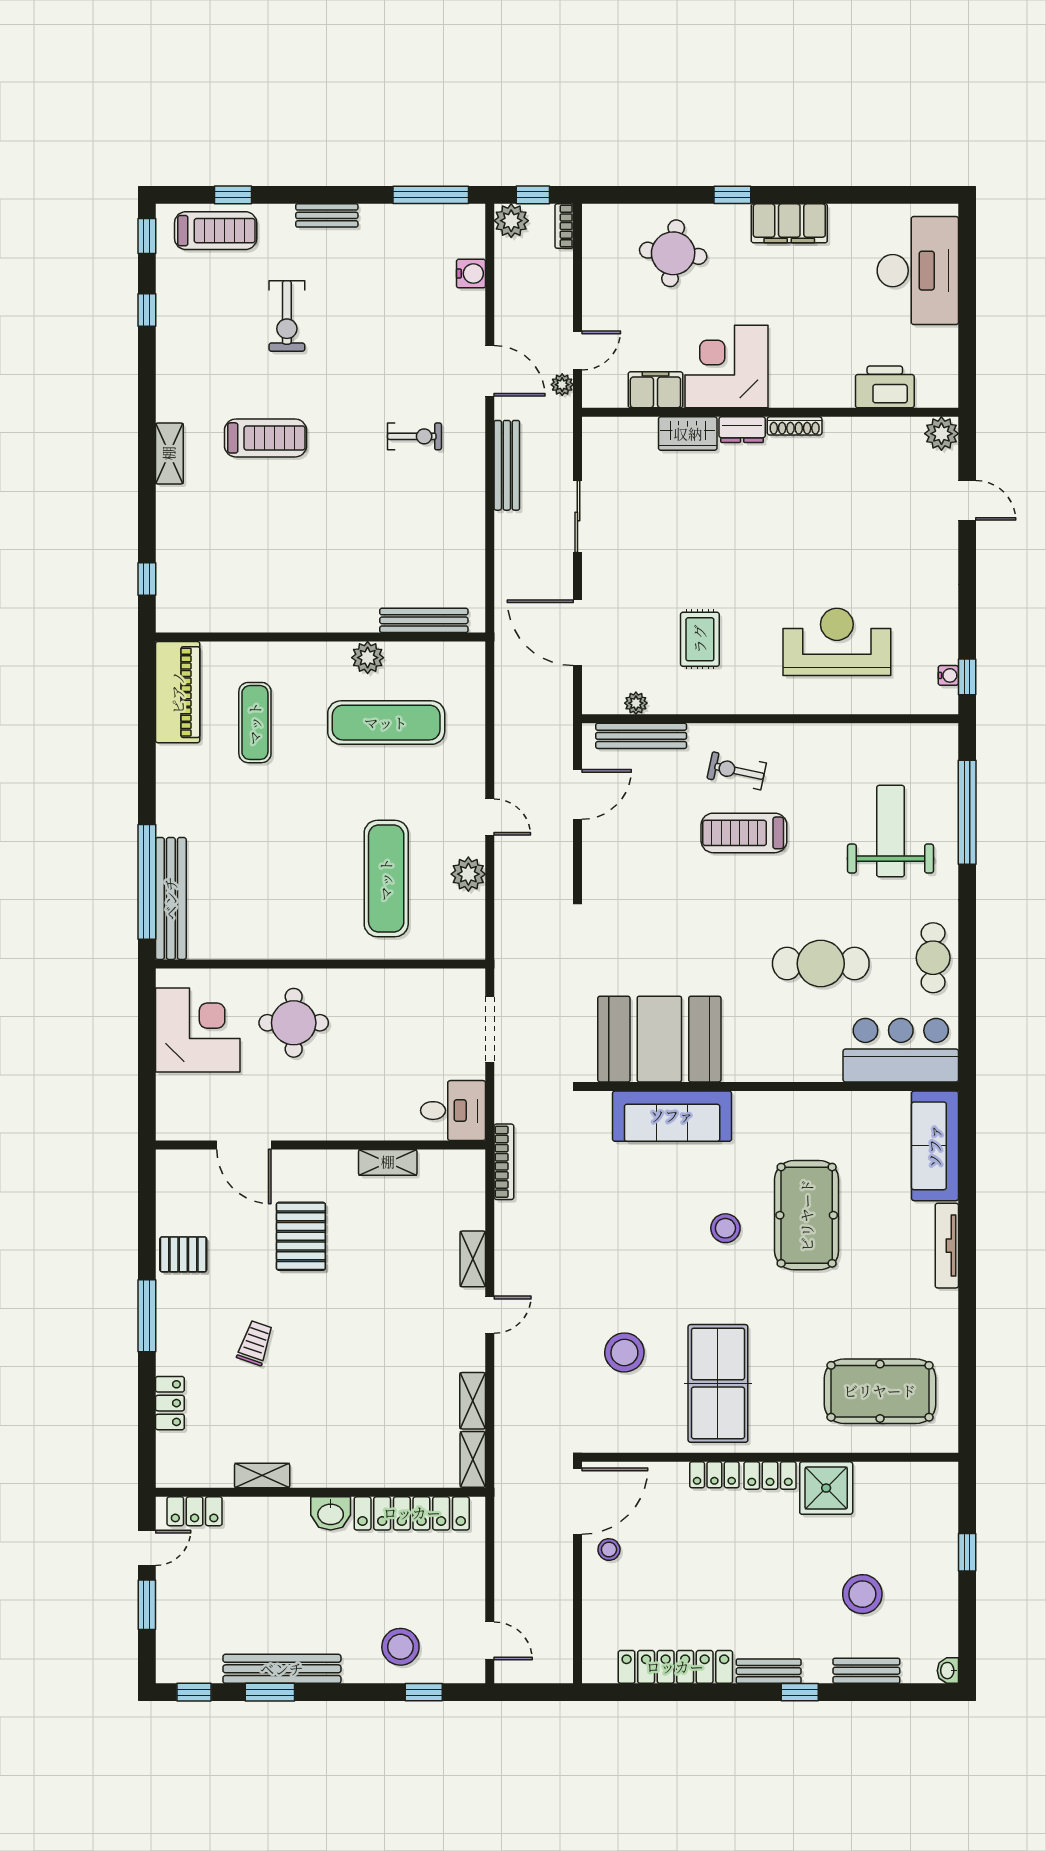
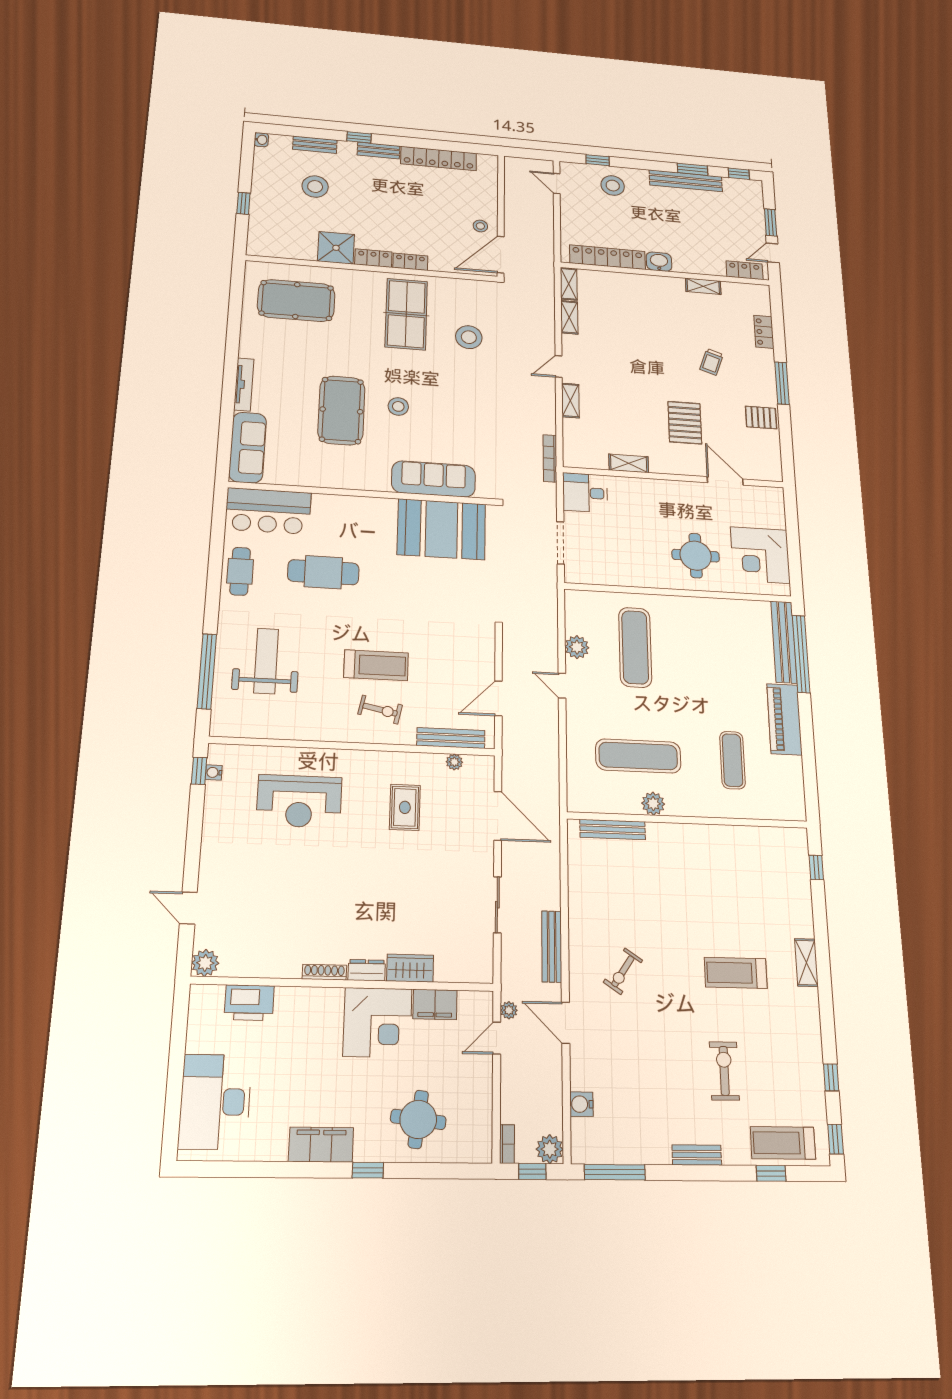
exercise bike: (414, 436) -> (623, 971), turned -56
piano: (178, 692) -> (784, 719), moved
weight bench: (891, 831) -> (266, 661), turned 180

